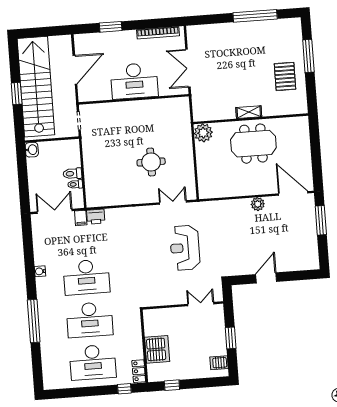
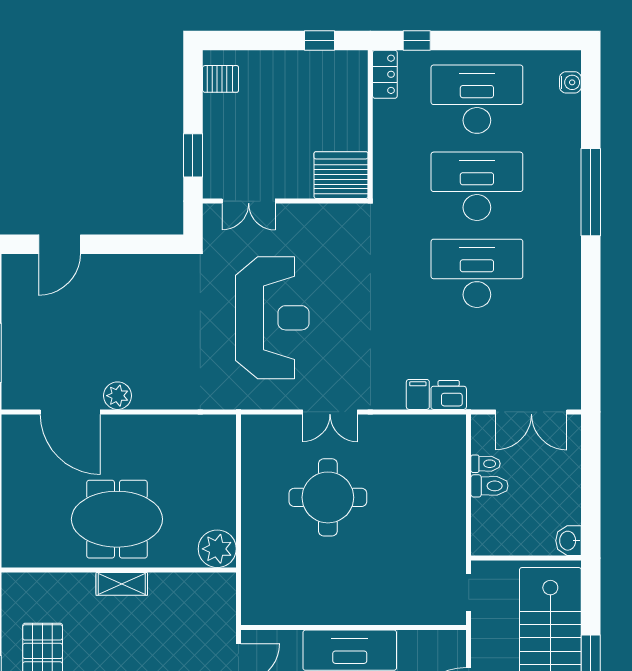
round table: (151, 162) -> (328, 497), width x1.36, depth x1.36
door: (293, 193) -> (70, 412), moved
double door: (173, 202) -> (330, 412), moved
filing cabinet: (81, 218) -> (418, 394), moved
reception desk: (185, 248) -> (272, 318), width x1.36, depth x1.30
water cooler: (40, 271) -> (570, 82), moved
door: (266, 278) -> (60, 244), moved
window: (231, 338) -> (193, 155), moved
server rack: (157, 349) -> (341, 175), moved, turned 90

